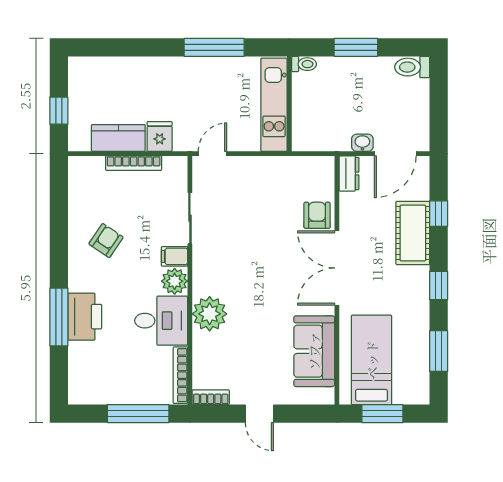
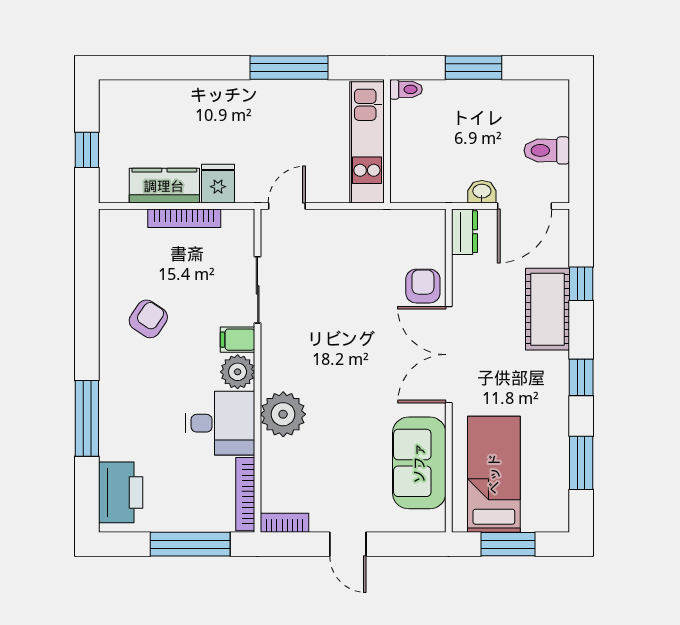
toilet: (412, 67) -> (547, 150), moved
printer: (85, 317) -> (121, 492), moved

